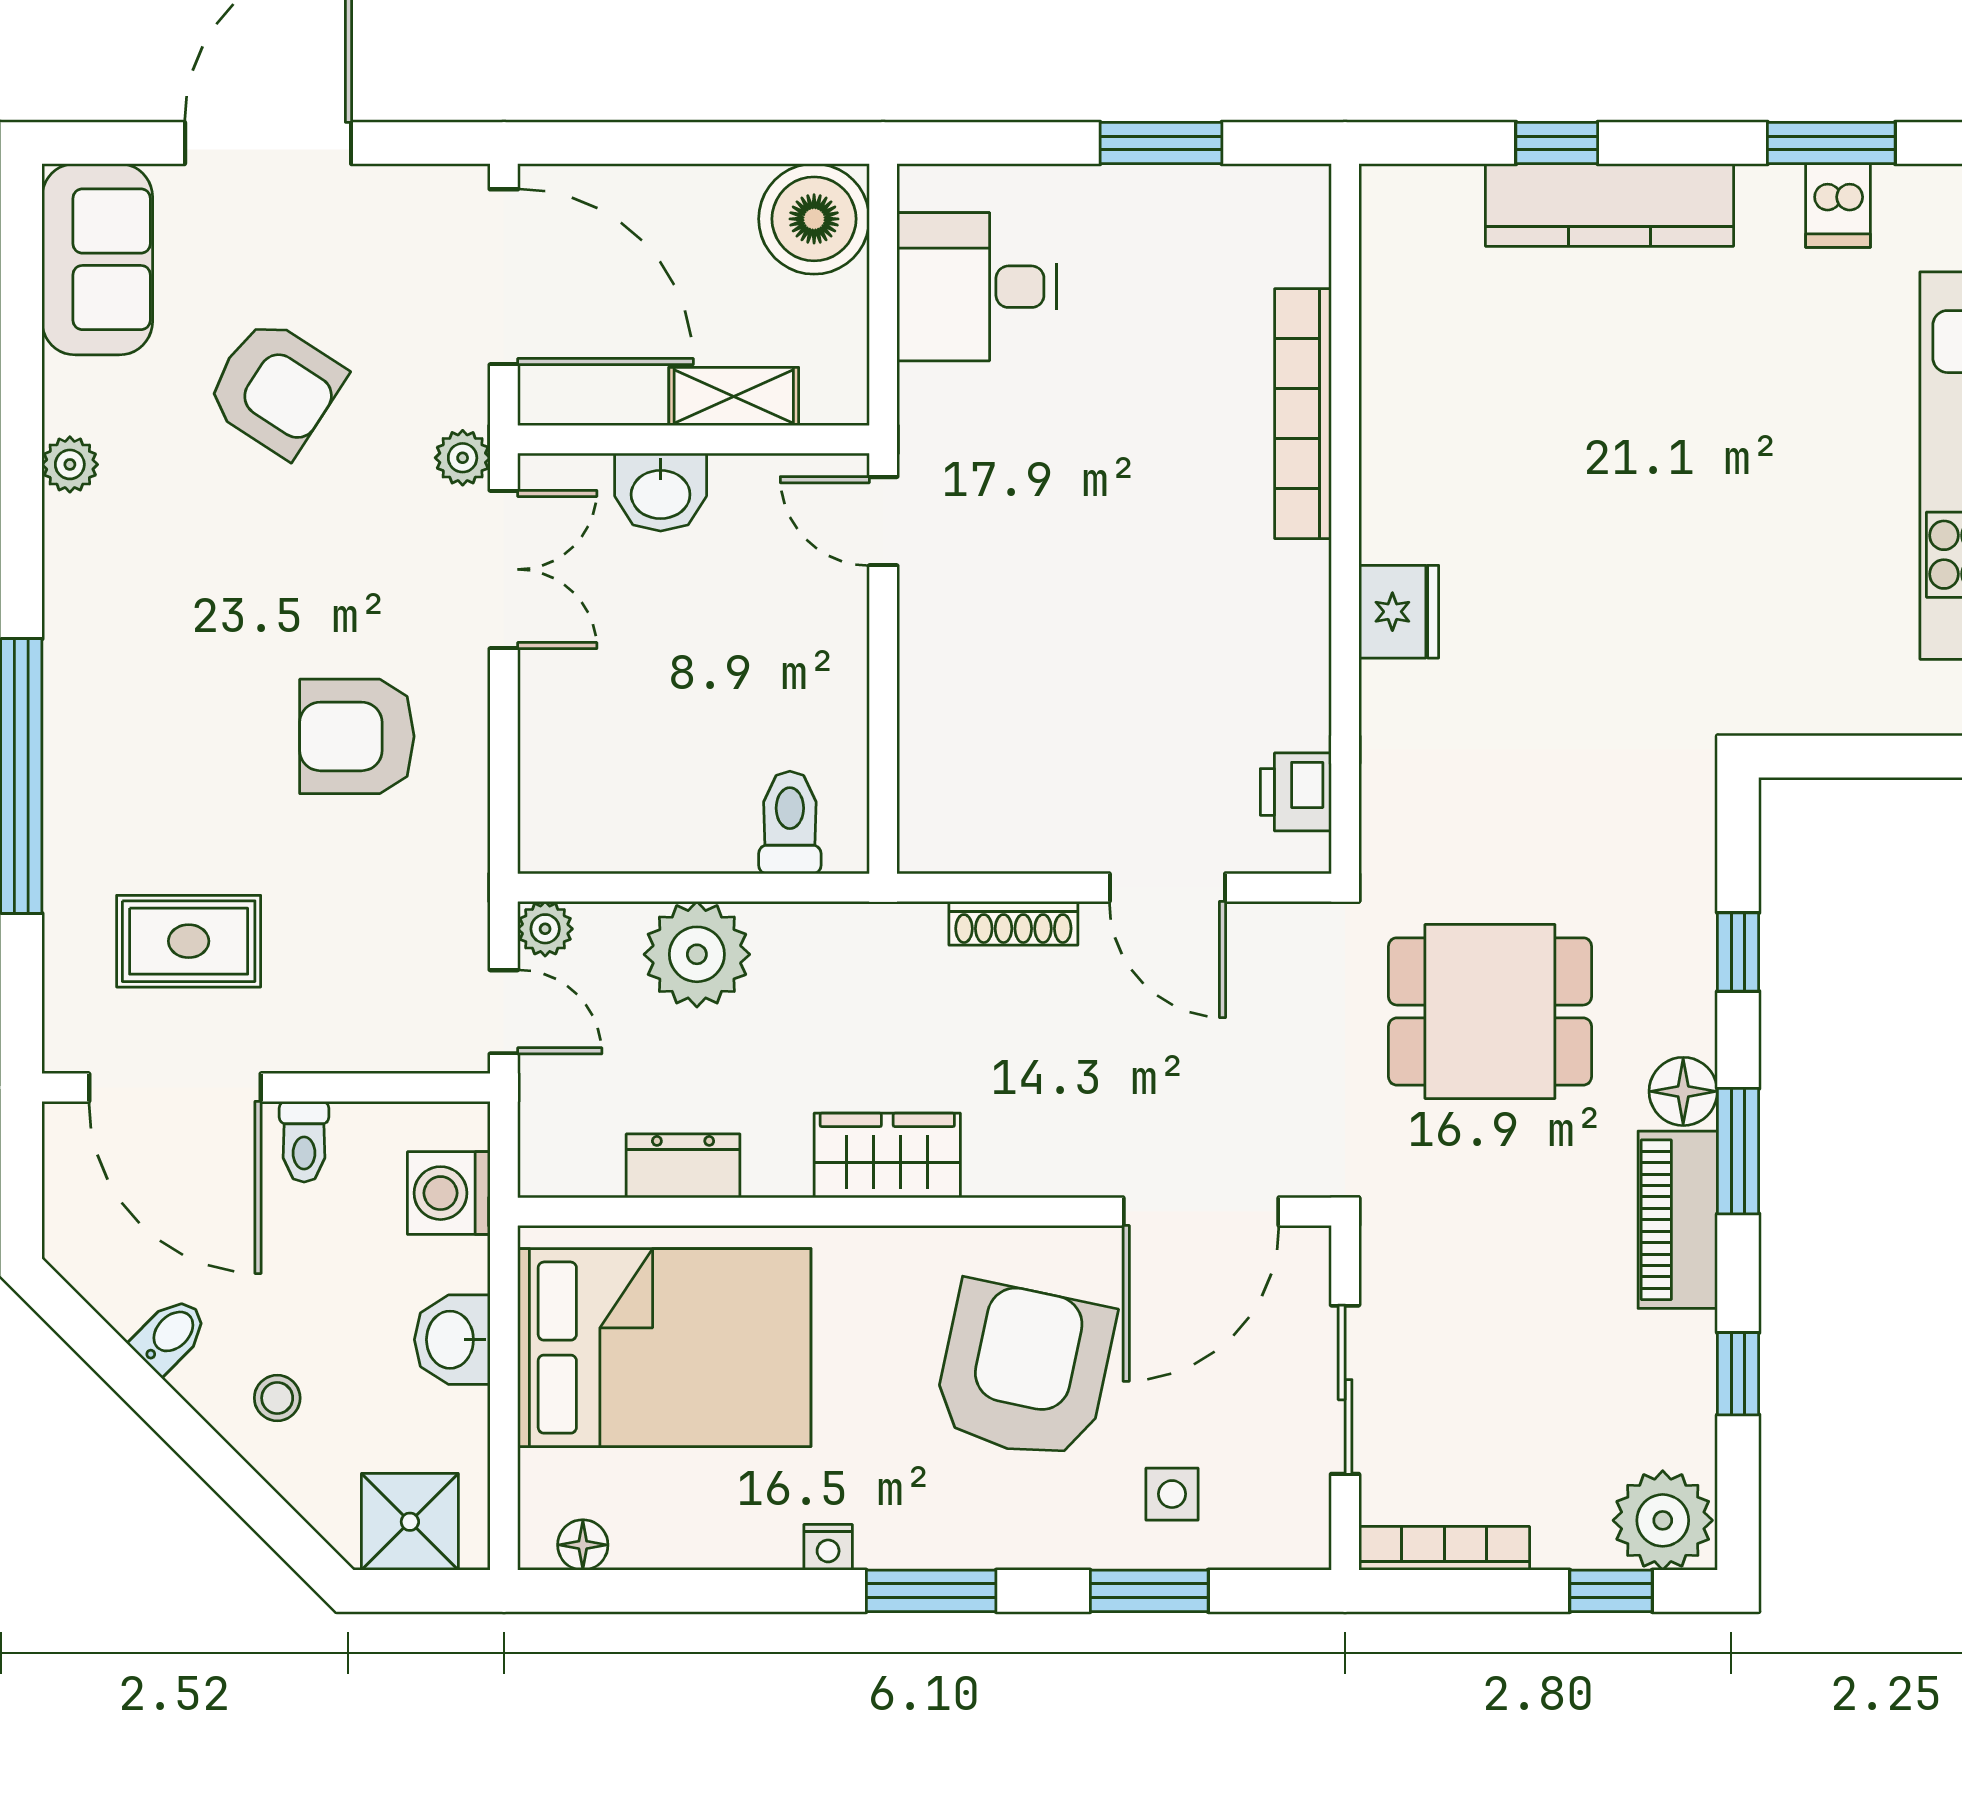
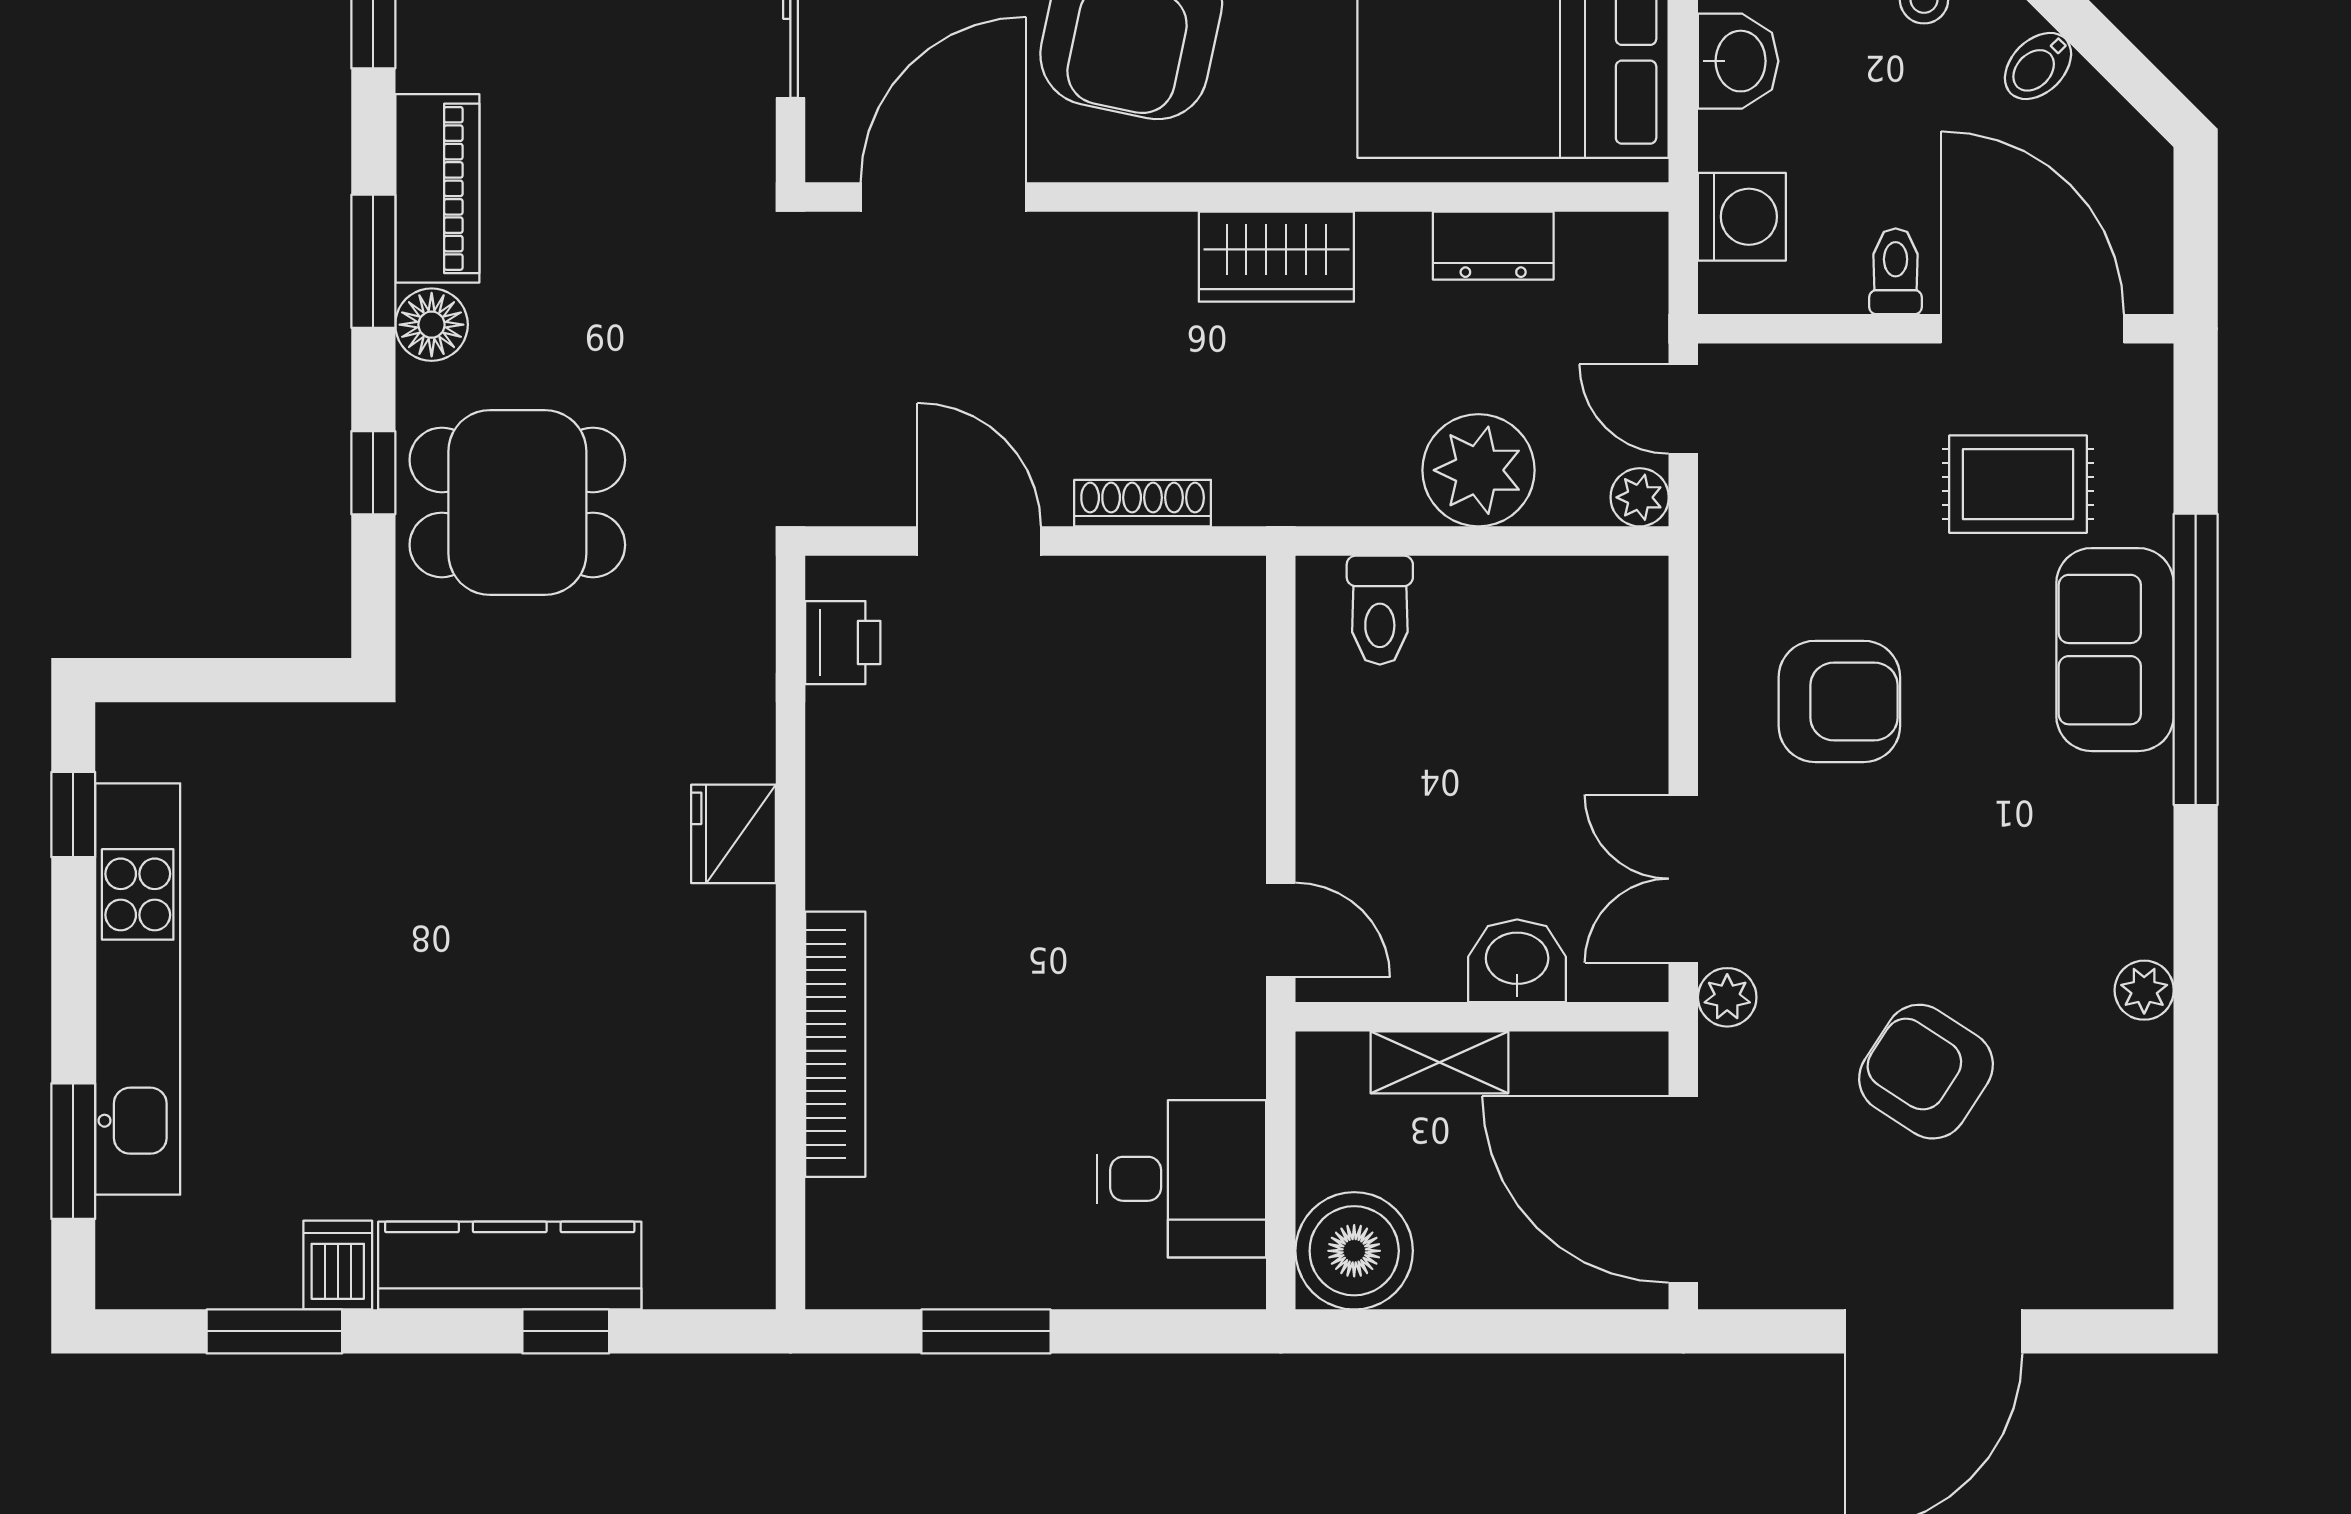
dishwasher: (1838, 205) -> (338, 1265), moved
sofa: (97, 259) -> (2115, 650), moved
dining table: (1490, 1011) -> (517, 502), moved

